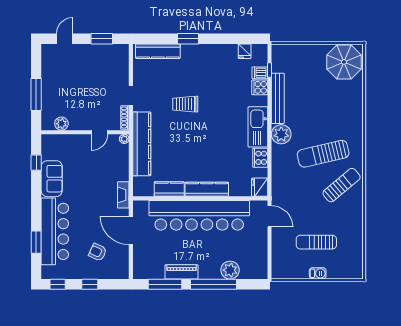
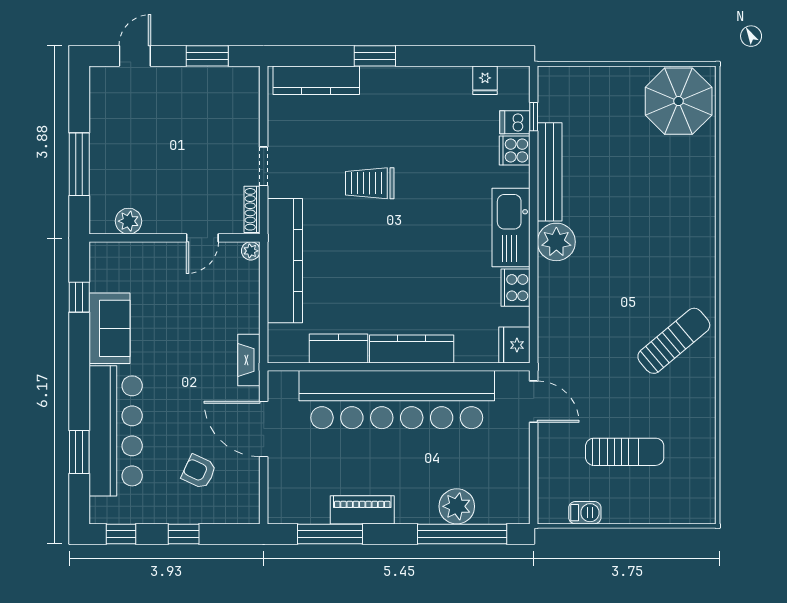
sun lounger: (323, 154) -> (638, 280), removed
sun lounger: (316, 242) -> (625, 452), turned 180
barbecue: (318, 273) -> (585, 513), moved
window: (213, 284) -> (462, 534), moved

